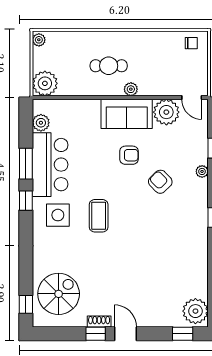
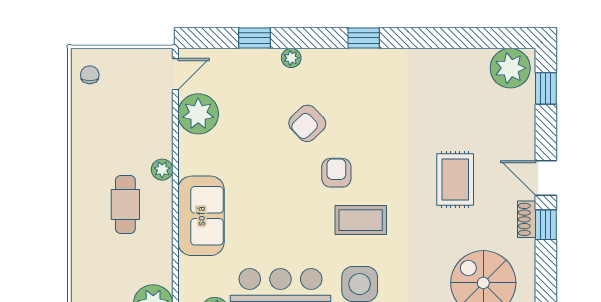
sofa: (127, 114) -> (201, 216), moved
armchair: (129, 155) -> (336, 173), moved
rug: (124, 276) -> (455, 180), added
door: (125, 334) -> (546, 178), hinge flipped

